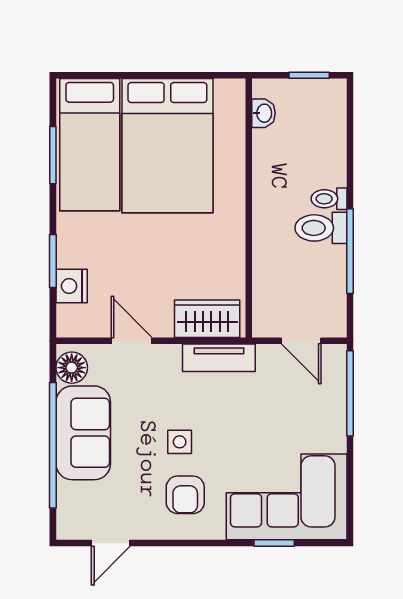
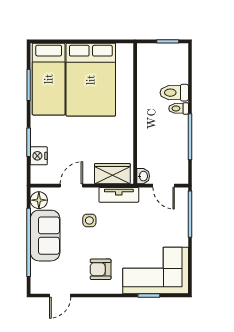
washbasin: (264, 113) -> (143, 176), moved
toilet: (321, 228) -> (174, 93), moved
door: (132, 341) -> (71, 186), hinge flipped
side table: (180, 442) -> (89, 220), moved
armchair: (185, 495) -> (101, 269), turned 90

